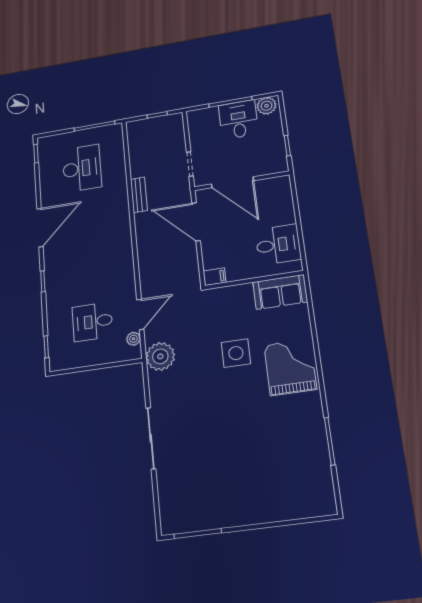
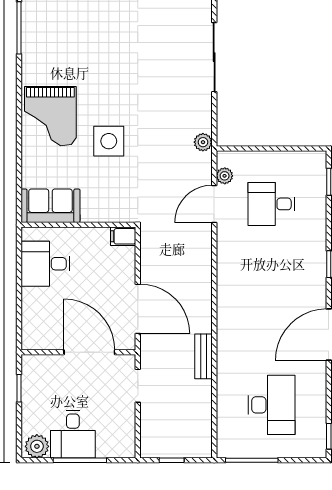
desk: (82, 168) -> (271, 405), turned 180
desk: (92, 322) -> (271, 204), turned 180
plant: (160, 356) -> (203, 142), width x0.53, depth x0.53

